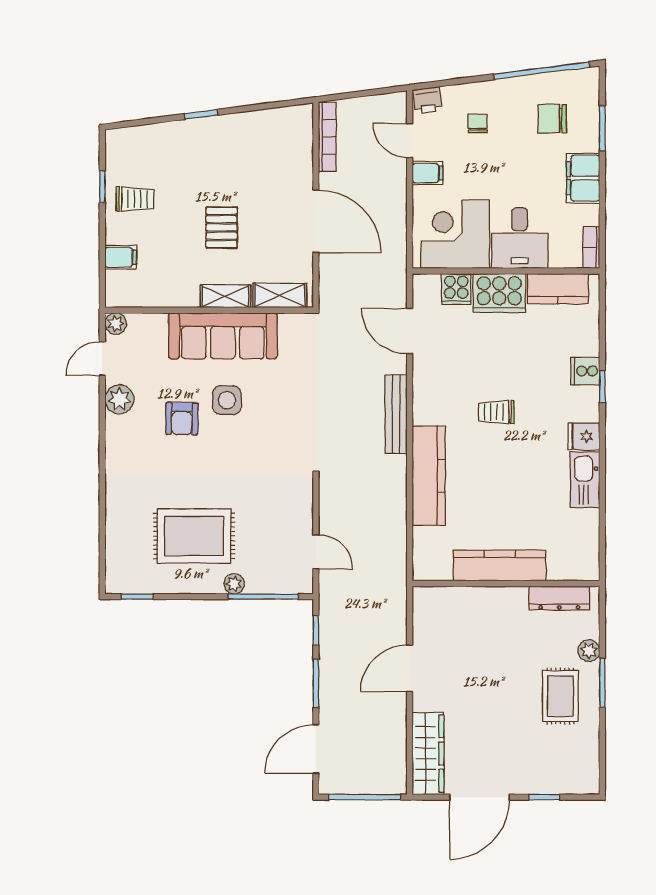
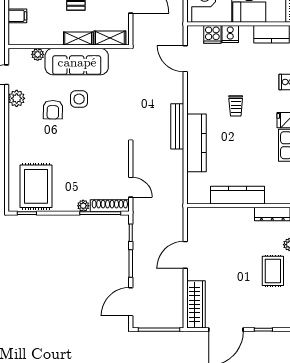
cooker: (499, 293) -> (230, 34), width x0.53, depth x0.76
plant: (116, 324) -> (38, 54), moved
trolley: (496, 412) -> (236, 106), turned -90
bench: (396, 414) -> (177, 126), moved
rug: (194, 536) -> (36, 186), moved, turned 90
shoe rack: (280, 584) -> (110, 206), added

